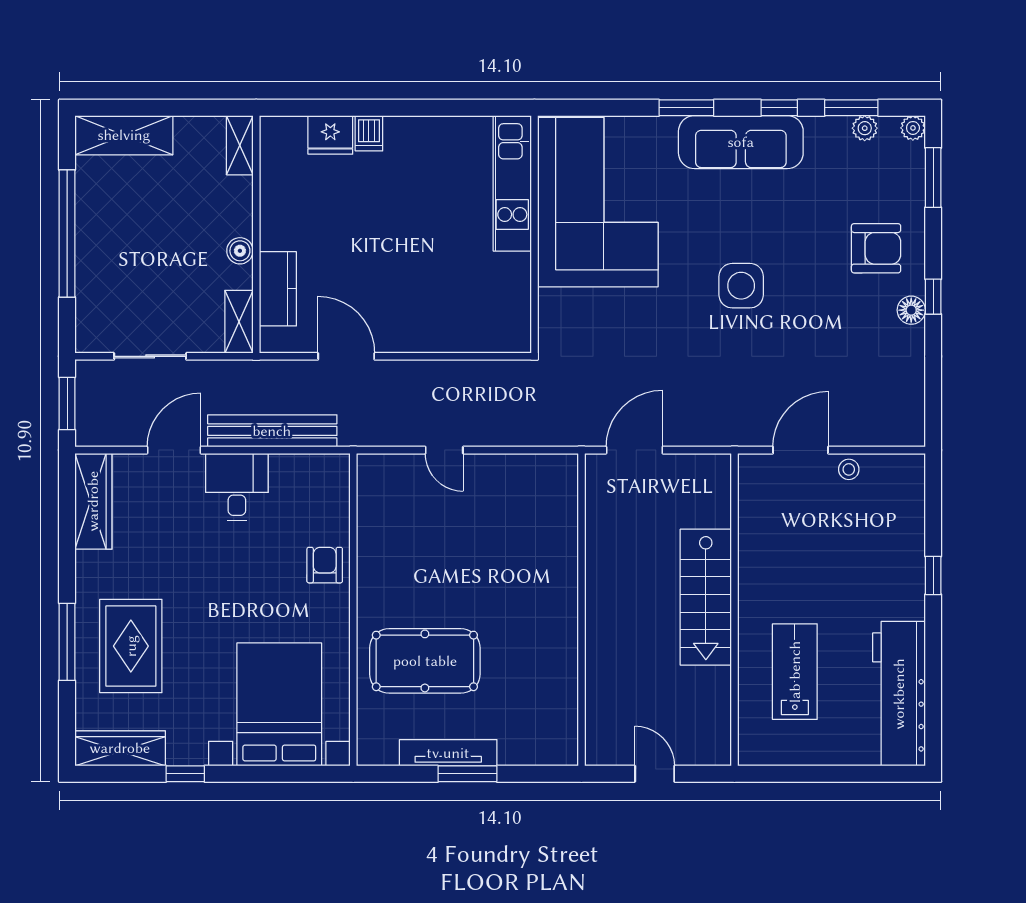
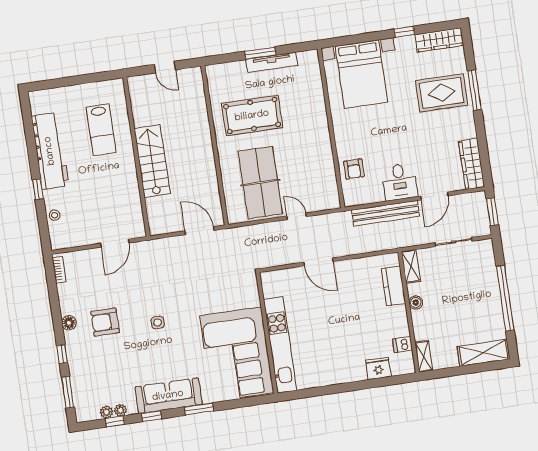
window: (851, 108) -> (115, 421), width x0.67
plant: (913, 128) -> (120, 410), moved
dishwasher: (369, 133) -> (403, 344), moved, turned -90
kitchen unit: (512, 183) -> (280, 345), width x1.36
armchair: (876, 248) -> (105, 322), moved
side table: (741, 286) -> (158, 322), width x0.54, depth x0.54
window: (933, 297) -> (62, 354), moved
door: (346, 356) -> (318, 262), moved
bookcase: (915, 415) -> (59, 270), added
door: (634, 450) -> (200, 231), swing flipped
stool: (849, 469) -> (55, 215), moved
table tennis table: (504, 525) -> (260, 183), added
armchair: (325, 565) -> (354, 169), moved
rug: (131, 646) -> (442, 93), turned 90
pool table: (425, 661) -> (252, 116), moved
workbench: (899, 694) -> (50, 151), moved

